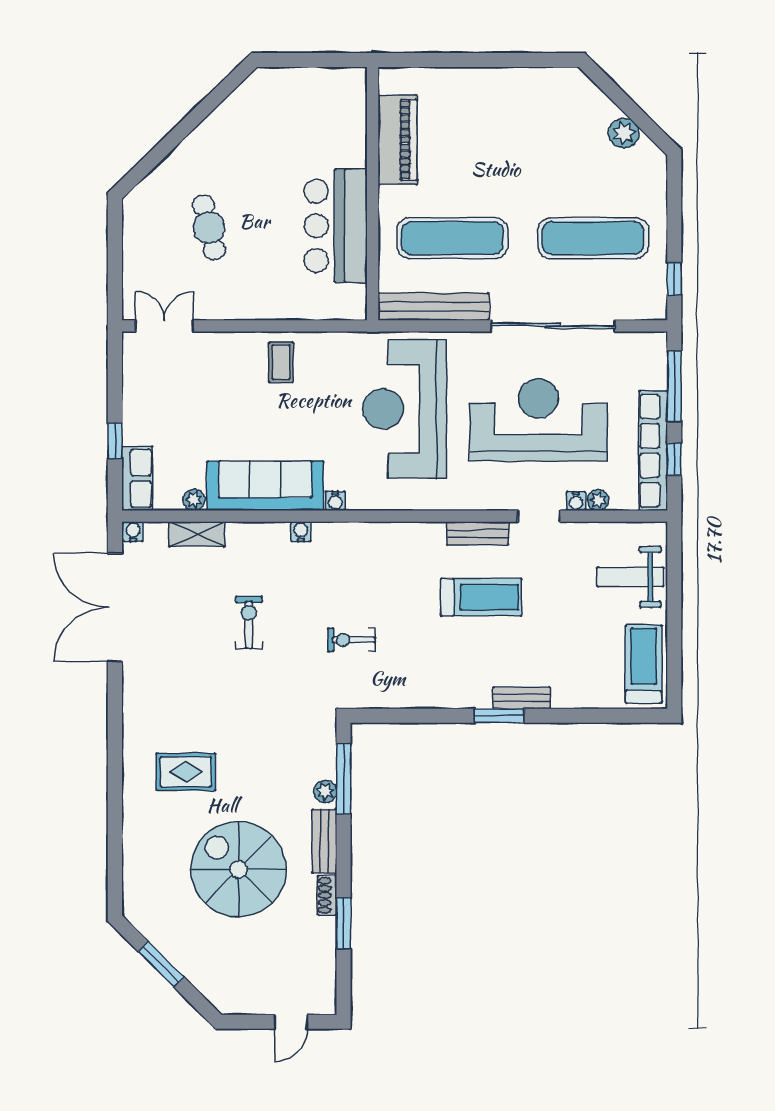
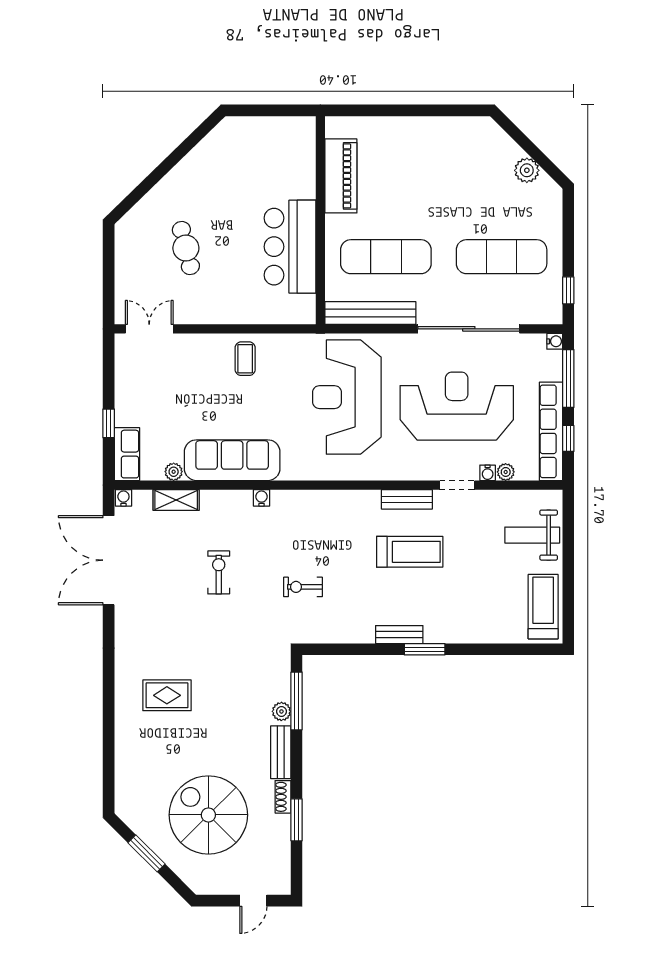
water cooler: (335, 501) -> (555, 341), moved, turned -90
bench: (522, 698) -> (399, 635), moved
spiral stairs: (239, 869) -> (208, 815), moved

